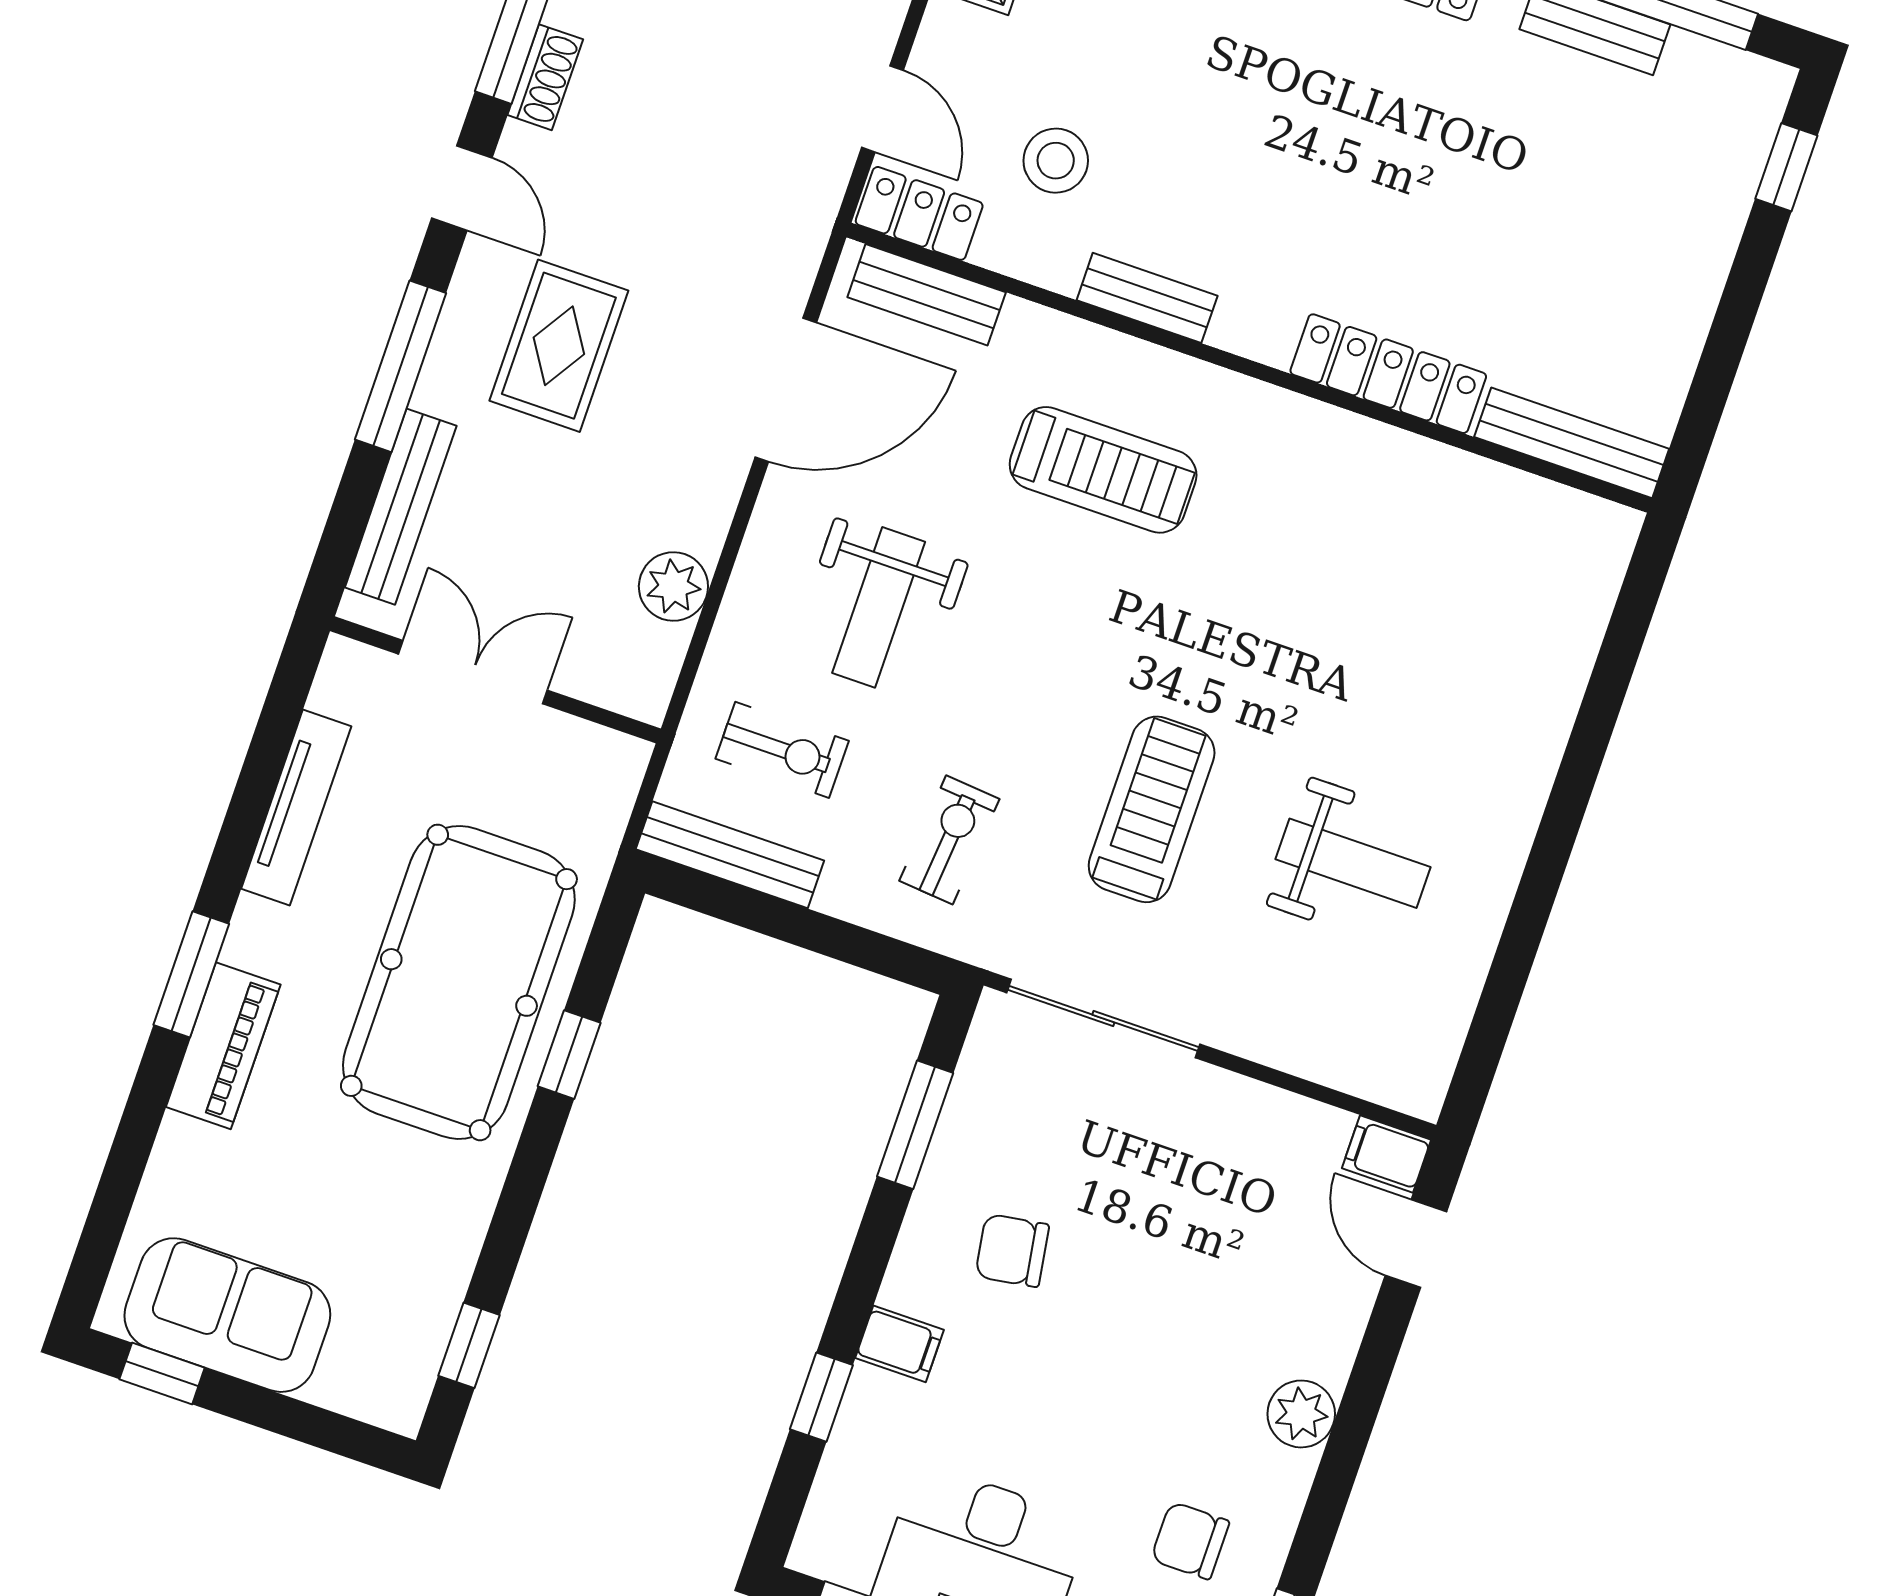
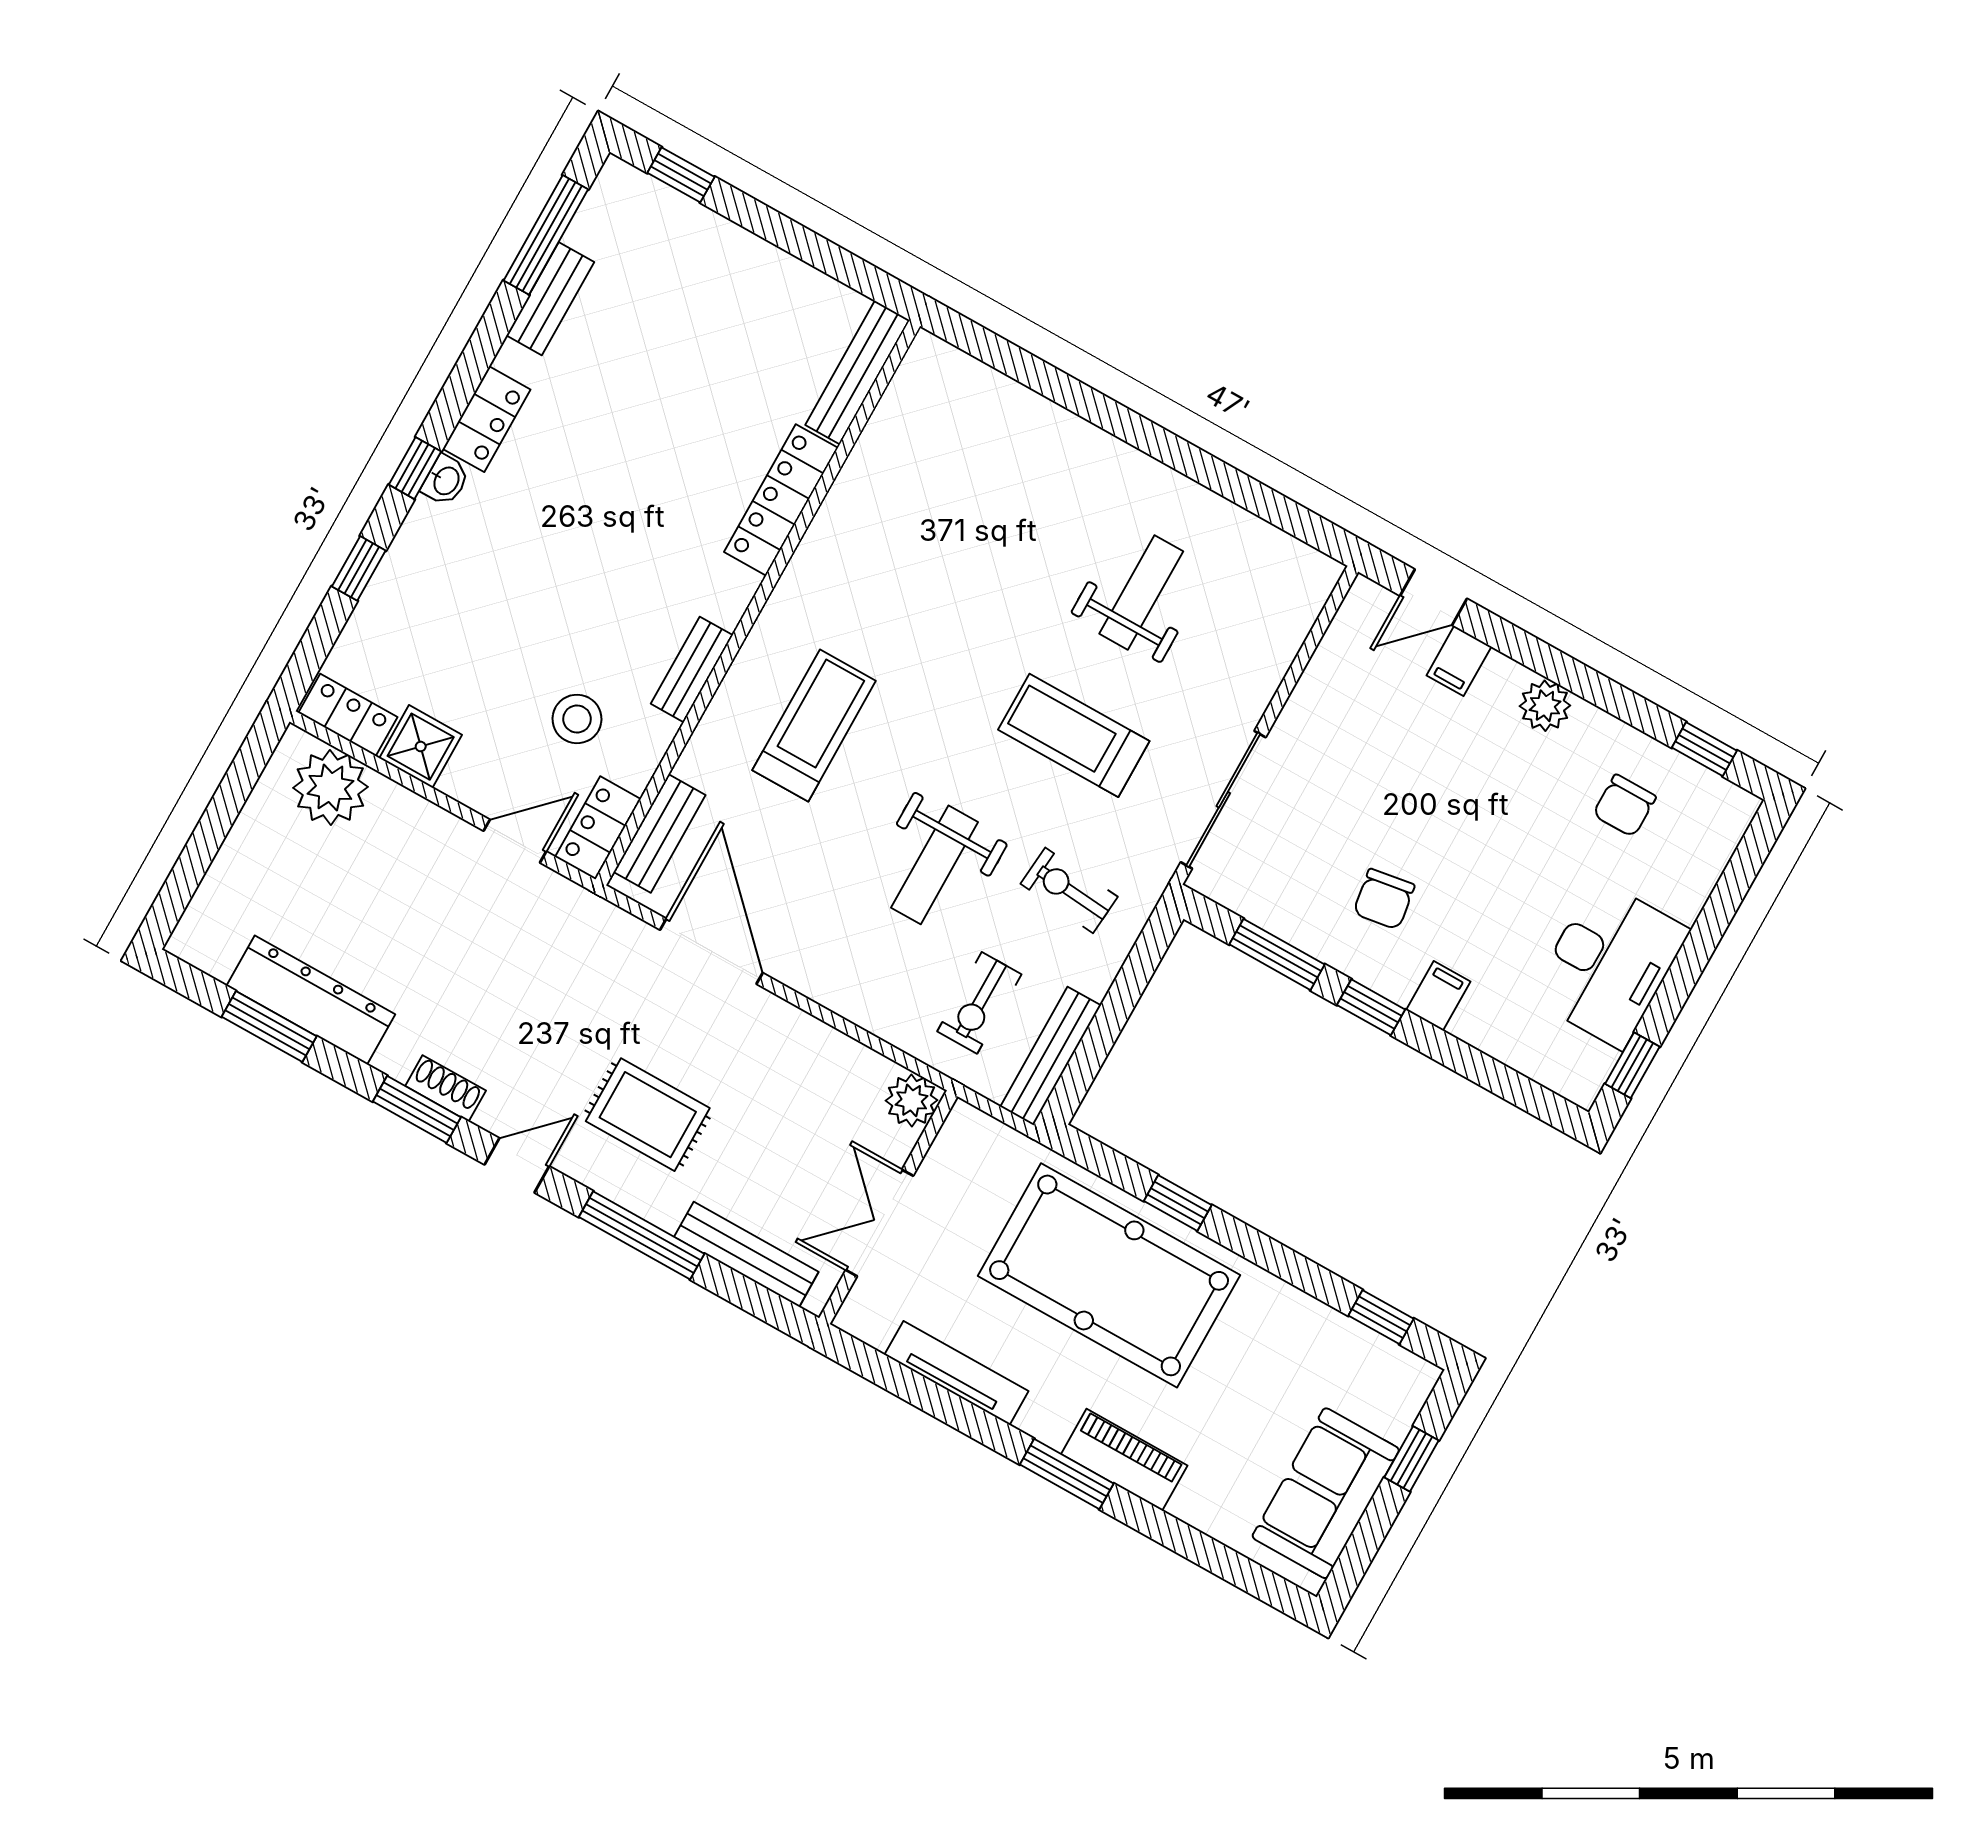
plant: (673, 586) -> (912, 1100), moved
weight bench: (879, 607) -> (935, 865), moved, turned 90
exercise bike: (782, 750) -> (979, 1003), turned 180
filing cabinet: (1387, 1154) -> (1459, 661), moved
window: (162, 1373) -> (1411, 1459), moved
window: (821, 1397) -> (1371, 1007), moved

